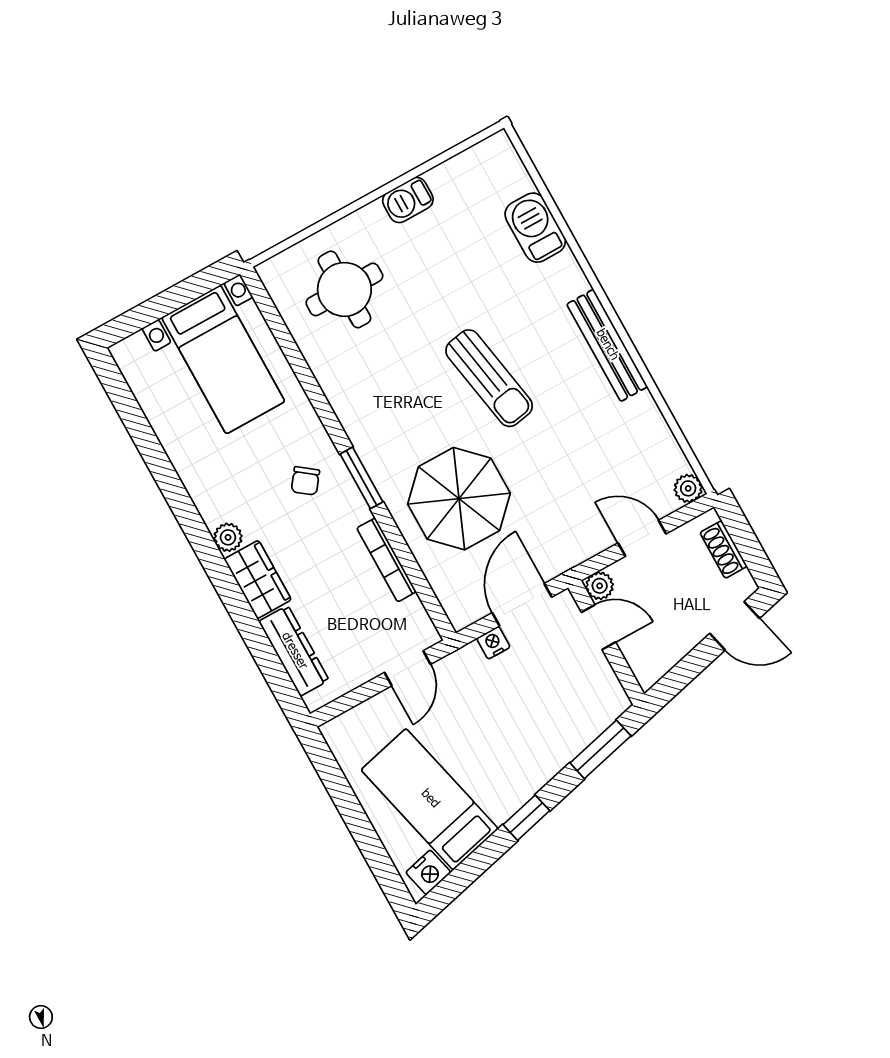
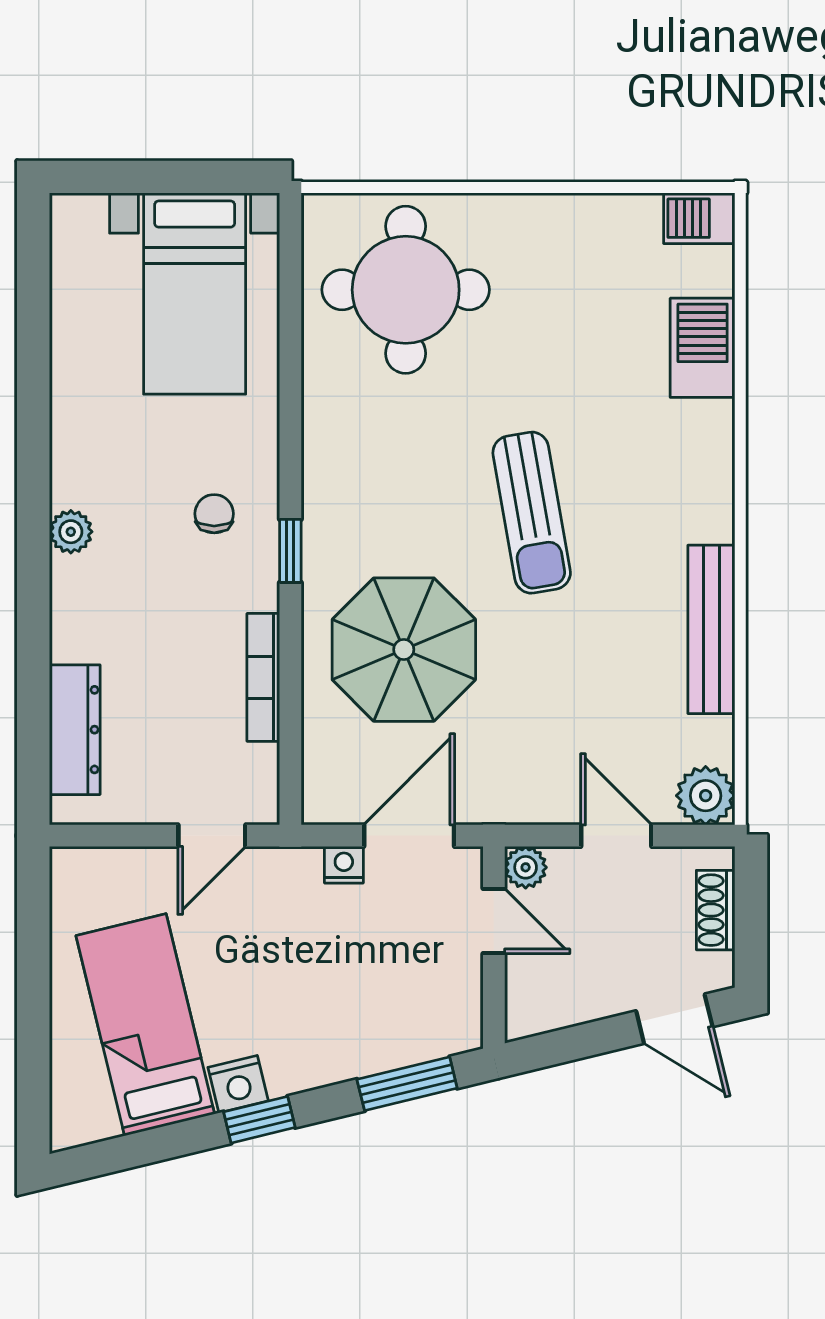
barbecue: (408, 200) -> (699, 218), moved
round table: (344, 289) -> (406, 290), width x1.36, depth x1.36
bench: (607, 345) -> (711, 629), moved
window: (361, 478) -> (290, 551), width x0.67
chair: (305, 481) -> (214, 514), turned 143
plant: (688, 488) -> (706, 796), width x1.38, depth x1.38
wardrobe: (258, 579) -> (79, 609), removed
nightstand: (428, 872) -> (238, 1084), moved

